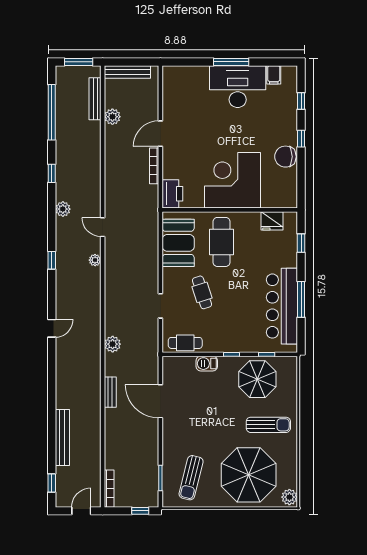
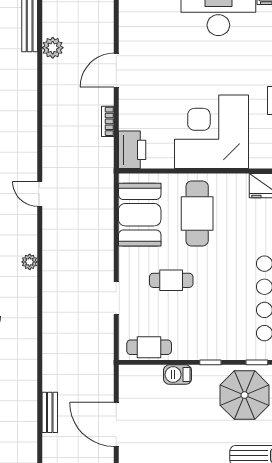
bookcase: (154, 166) -> (108, 121), width x0.64
plant: (95, 260) -> (30, 262), moved
cafe table: (202, 292) -> (171, 280), turned -72
plant: (113, 344) -> (53, 349), removed

